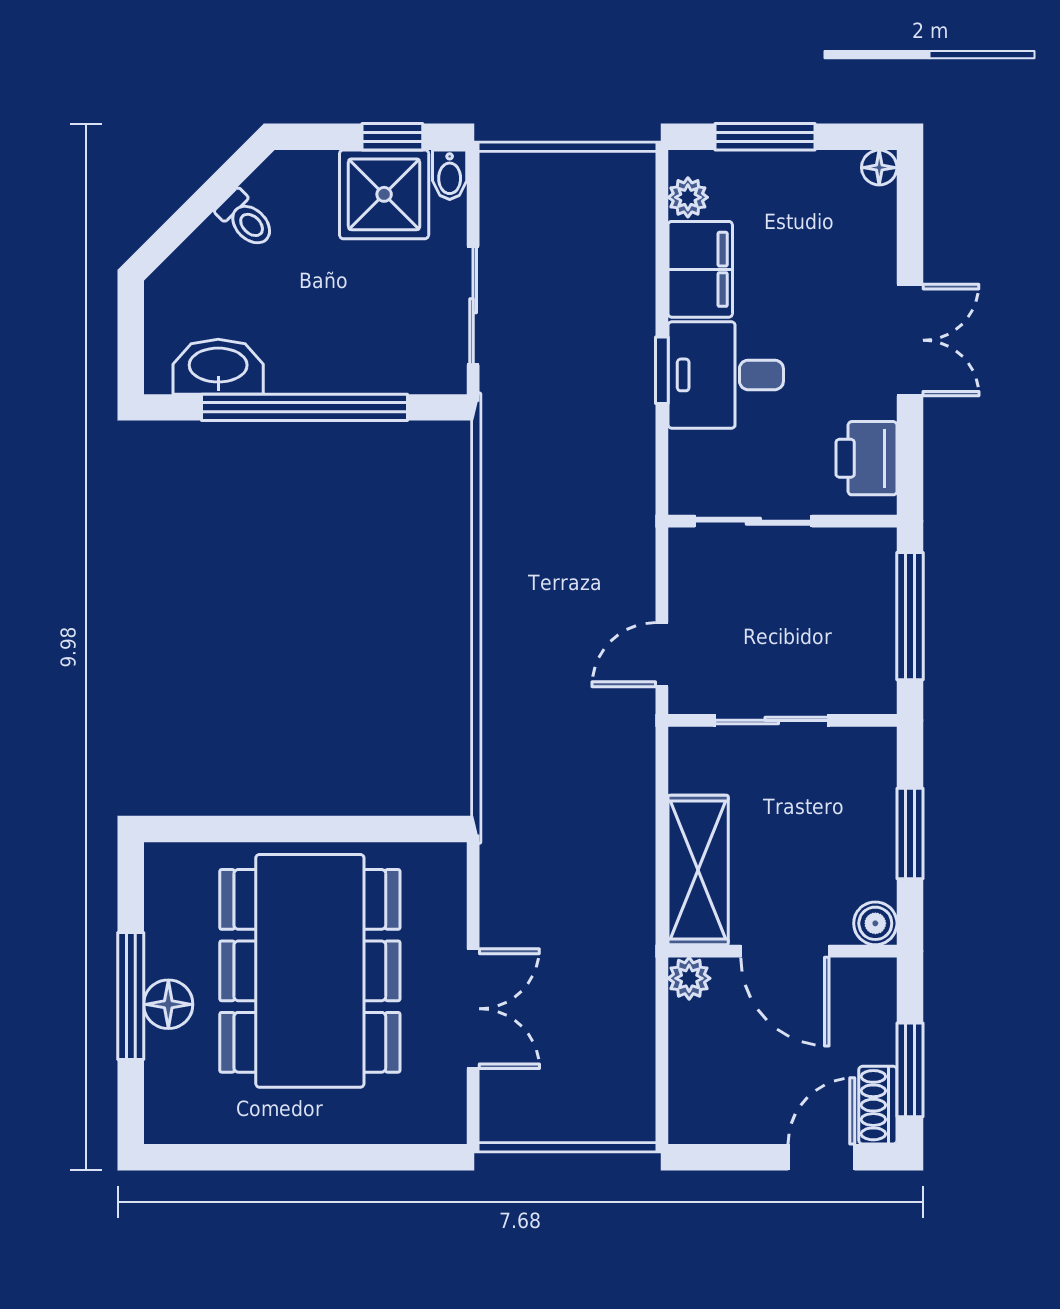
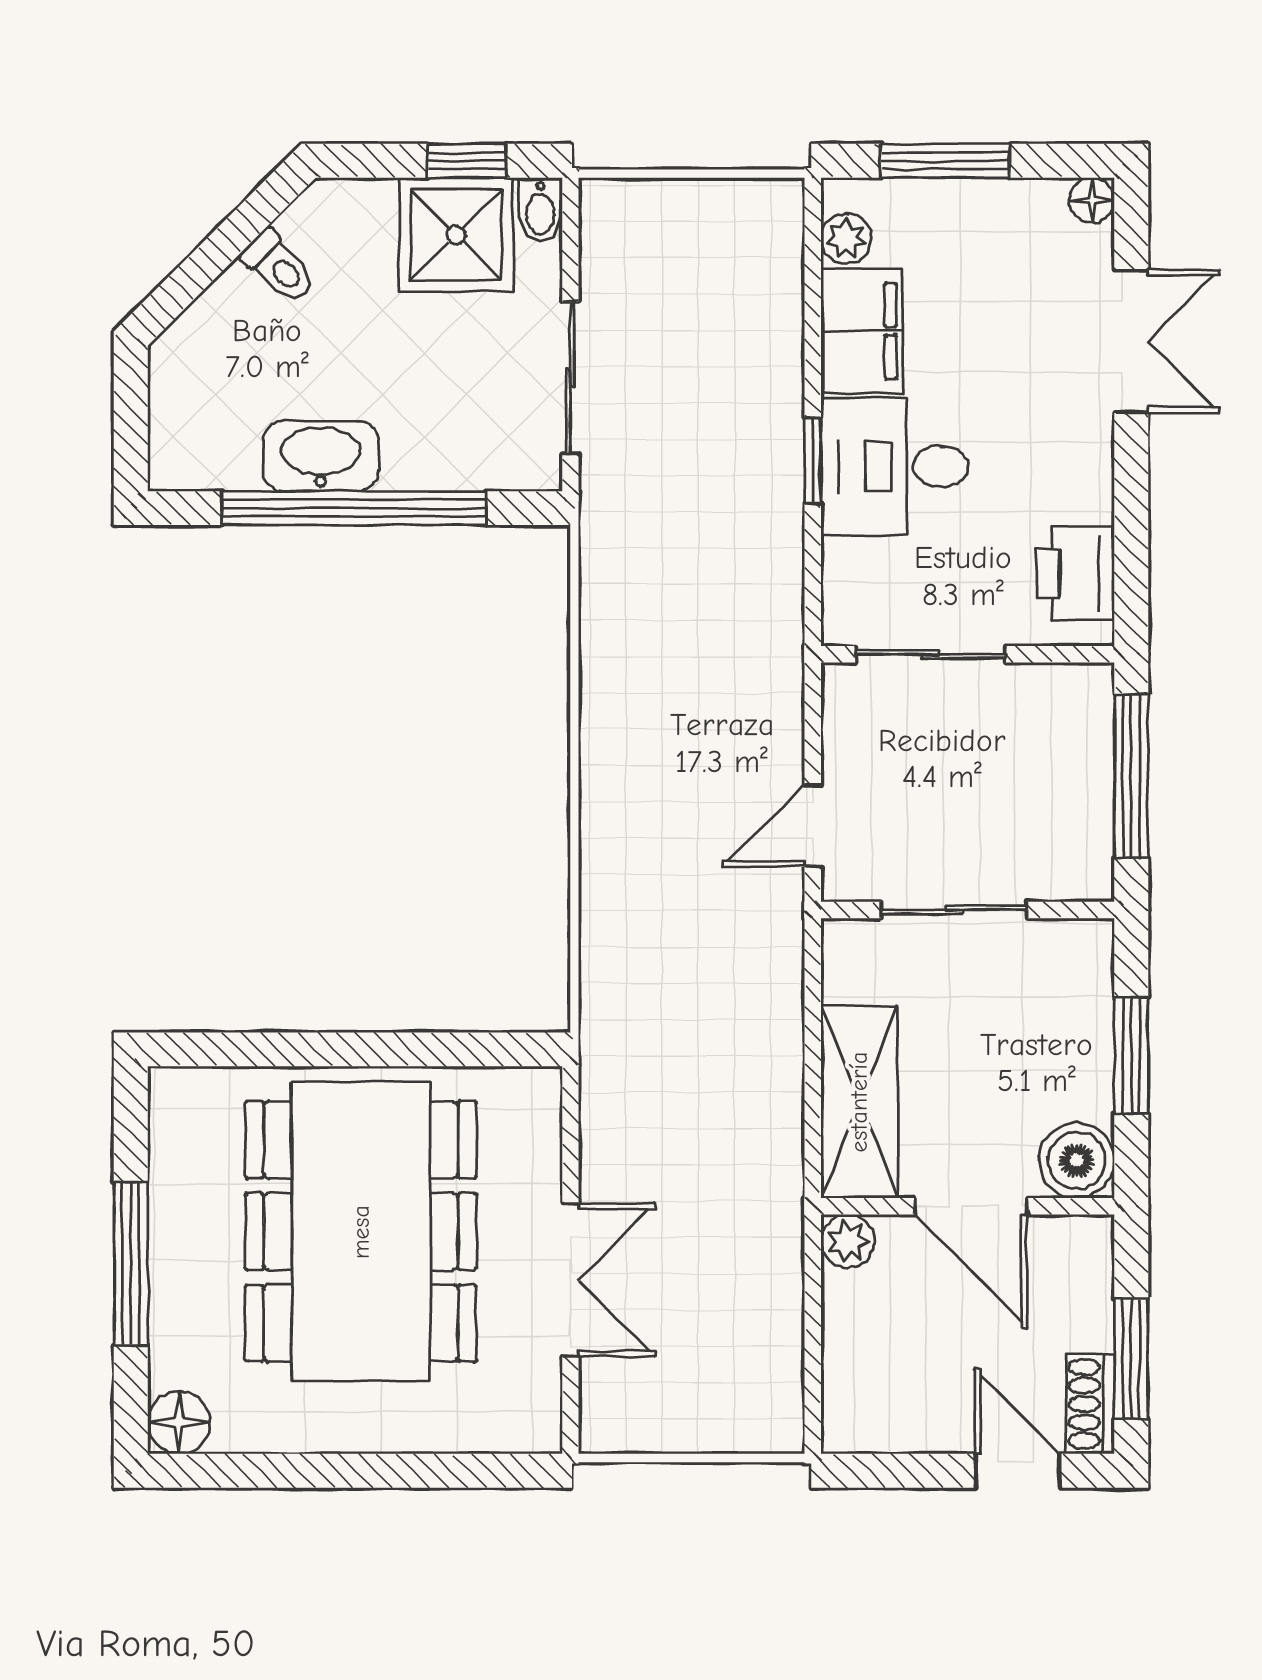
double door: (910, 340) -> (1131, 341), moved
washbasin: (218, 367) -> (321, 456), moved
boiler: (875, 923) -> (1077, 1161), width x1.36, depth x1.36
floor lamp: (168, 1004) -> (179, 1423), moved
door: (821, 1157) -> (1018, 1471), hinge flipped

